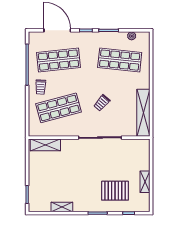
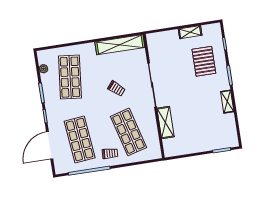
shelving: (45, 145) -> (166, 123), moved
shelving: (62, 207) -> (227, 102), moved

